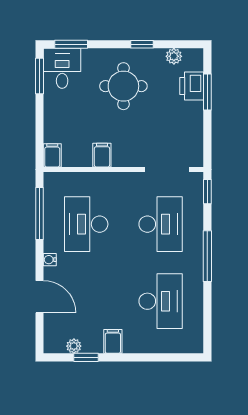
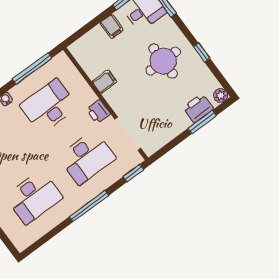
plant: (174, 56) -> (221, 95), moved
filing cabinet: (52, 155) -> (112, 26), moved, turned 90
printer: (126, 182) -> (98, 112), added

